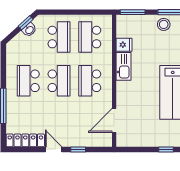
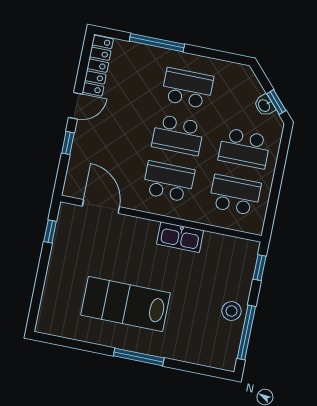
window: (133, 12) -> (260, 268), width x0.67
fridge: (124, 45) -> (213, 245), removed
window: (166, 149) -> (50, 232), moved

